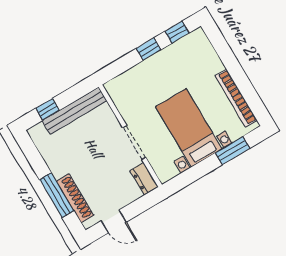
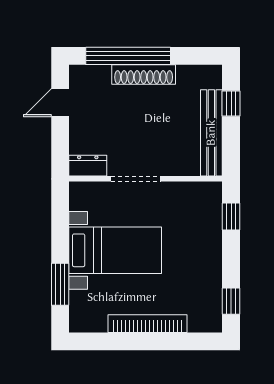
window: (149, 49) -> (231, 216), moved
bookcase: (236, 98) -> (148, 324), moved
window: (57, 195) -> (128, 56), width x1.46
shoe rack: (75, 198) -> (144, 75), moved

